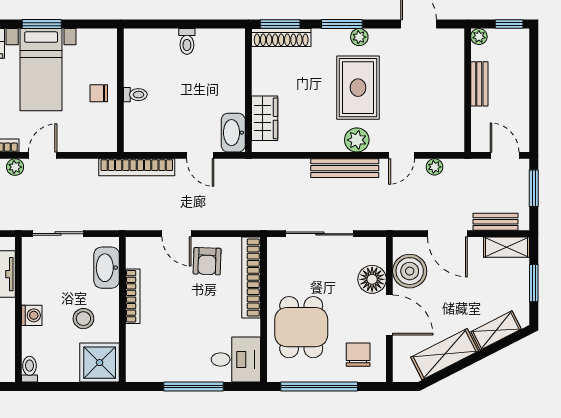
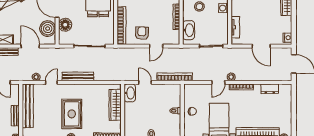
bench: (453, 105) -> (28, 106), added
wardrobe: (265, 118) -> (115, 105), width x1.50
plant: (357, 140) -> (72, 90), removed
door: (176, 234) -> (156, 46), swing flipped

